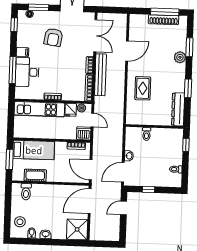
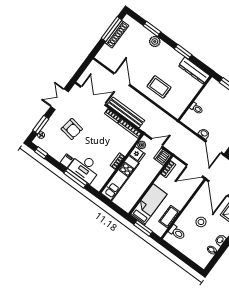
stool: (20, 222) -> (201, 222), moved

